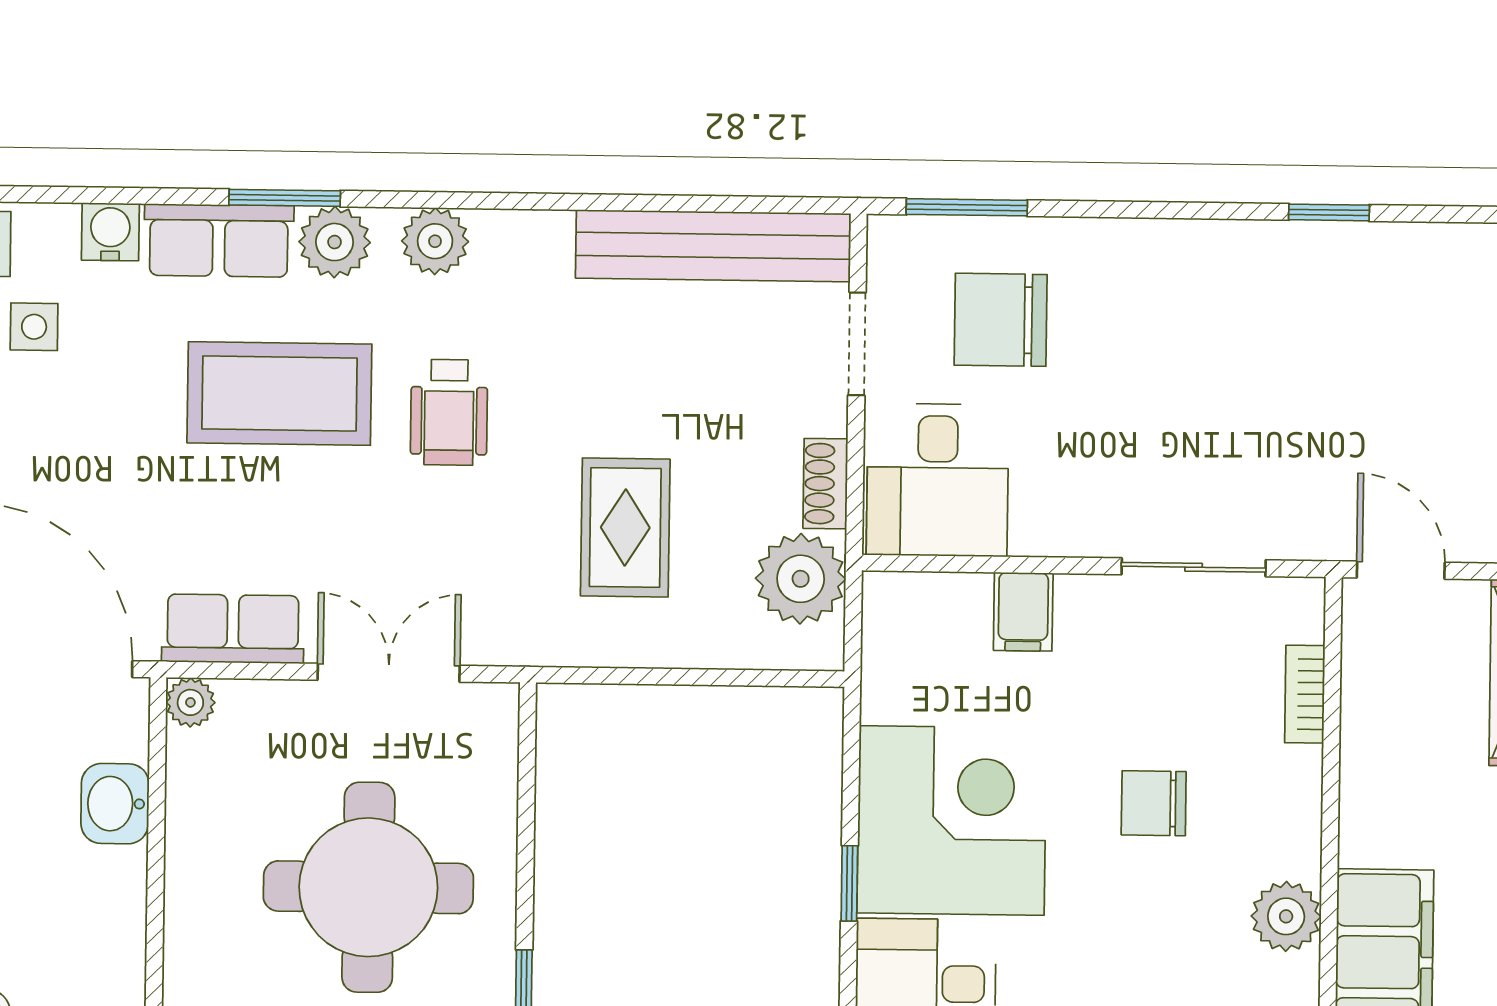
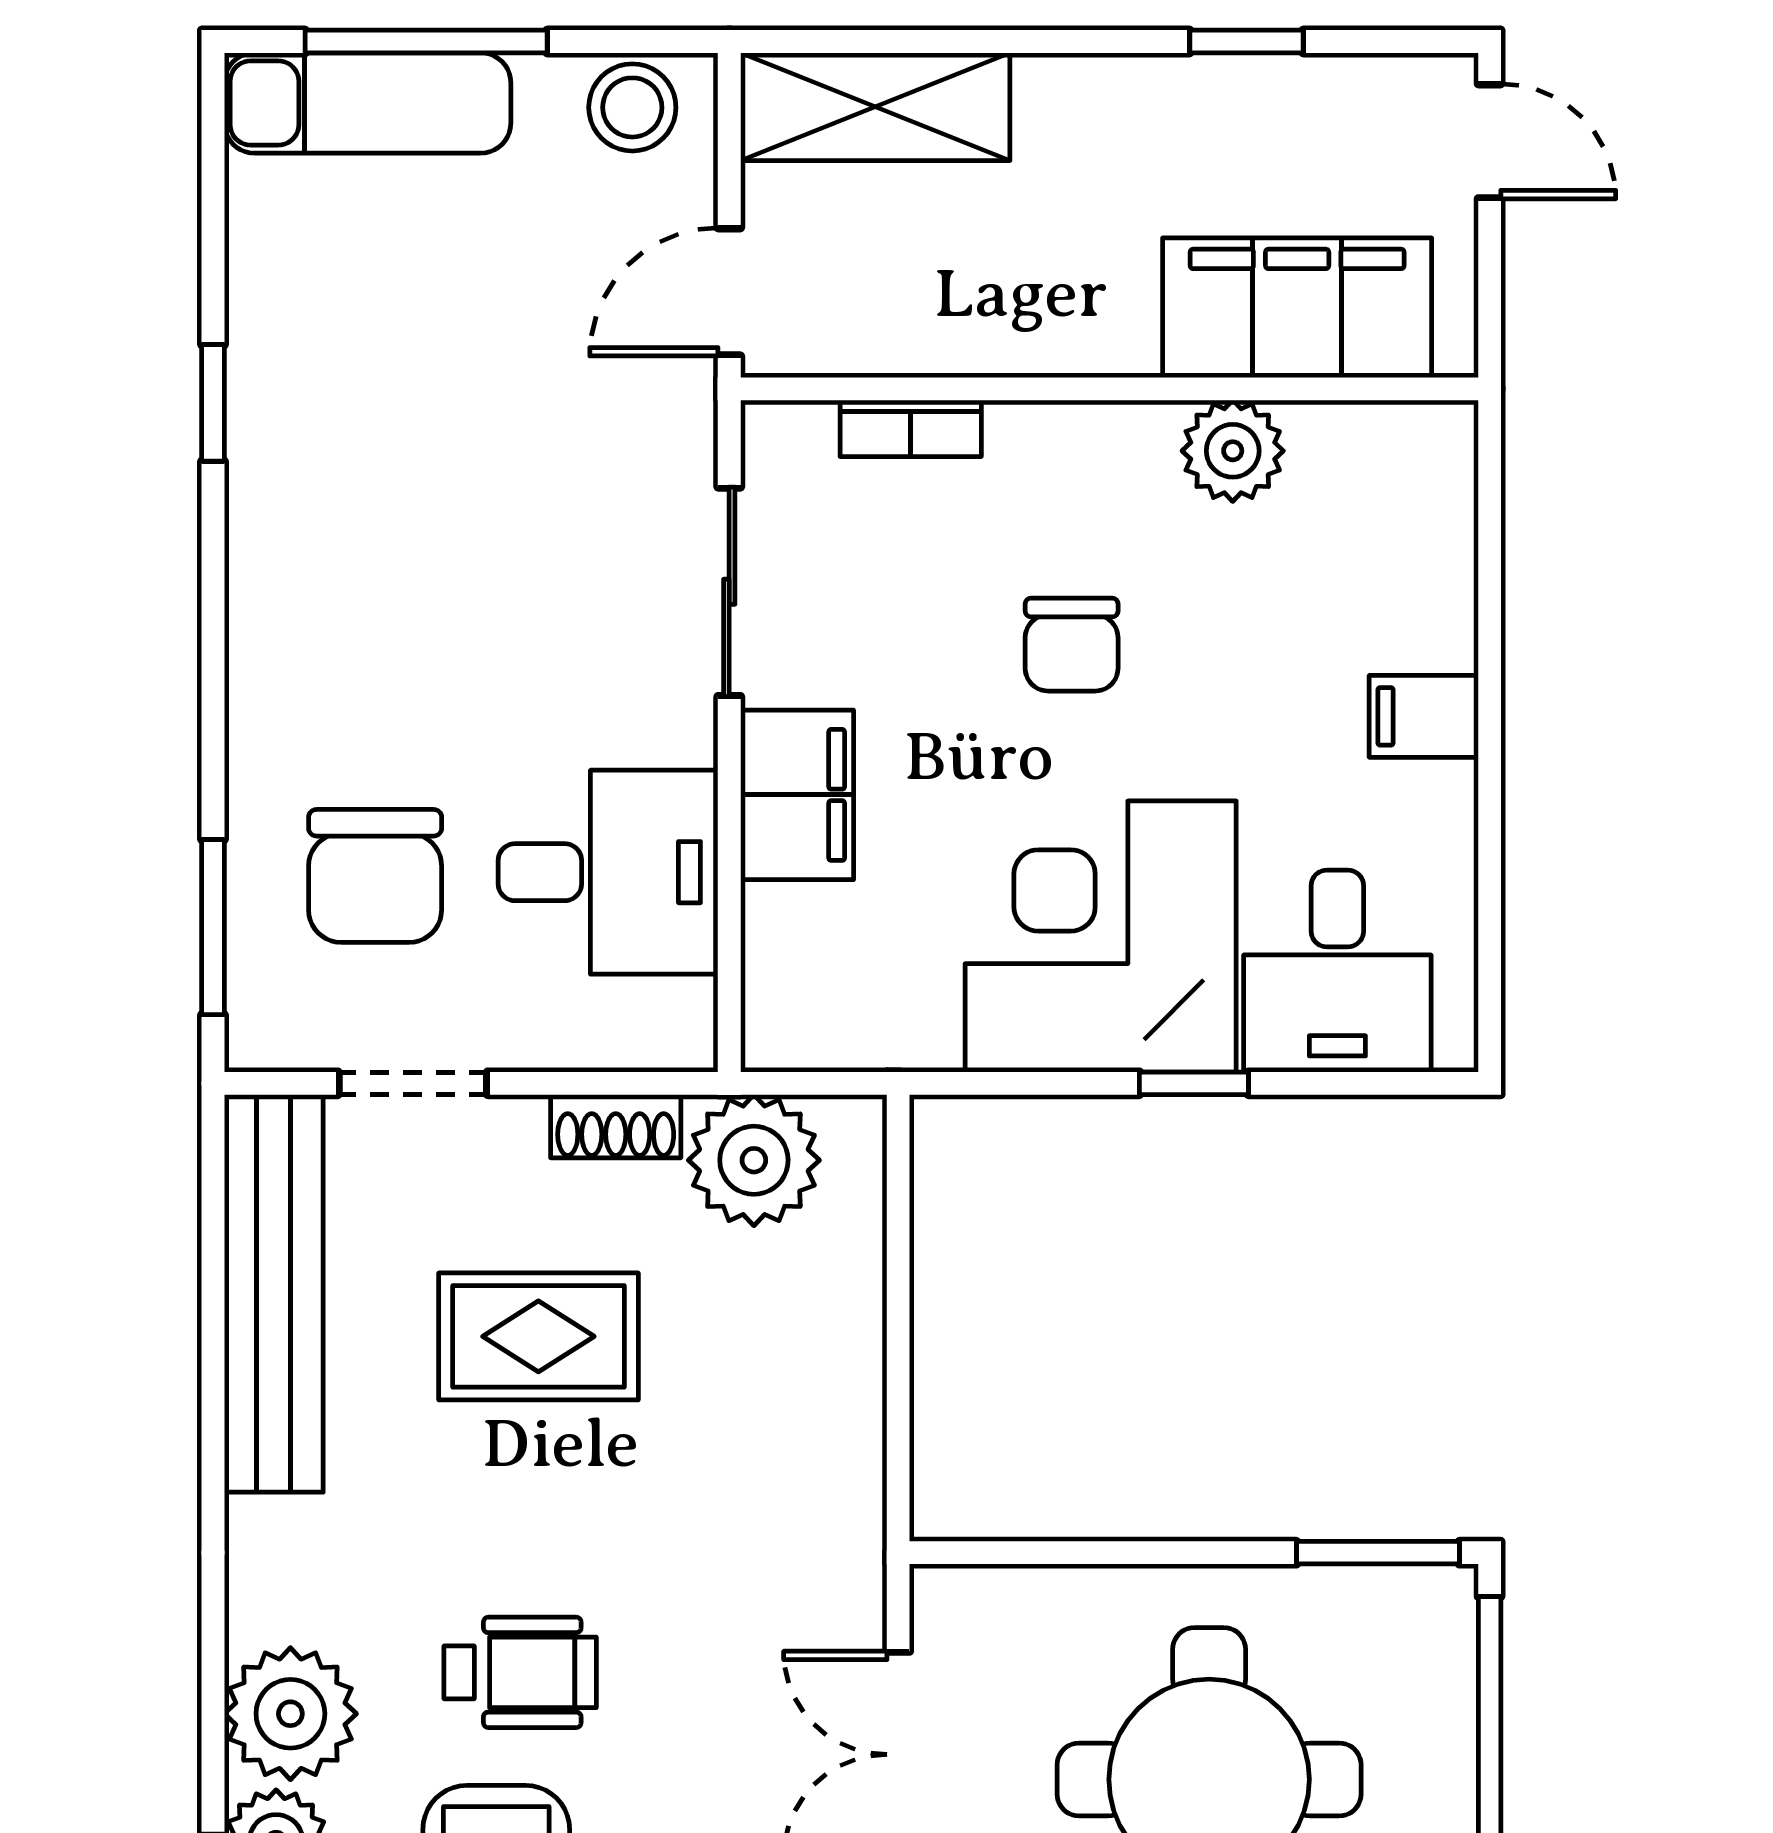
plant: (435, 241) -> (290, 1714), width x1.36, depth x1.36
desk: (938, 480) -> (608, 872), moved
rug: (625, 528) -> (538, 1336), moved
filing cabinet: (1023, 612) -> (797, 795), width x2.00

